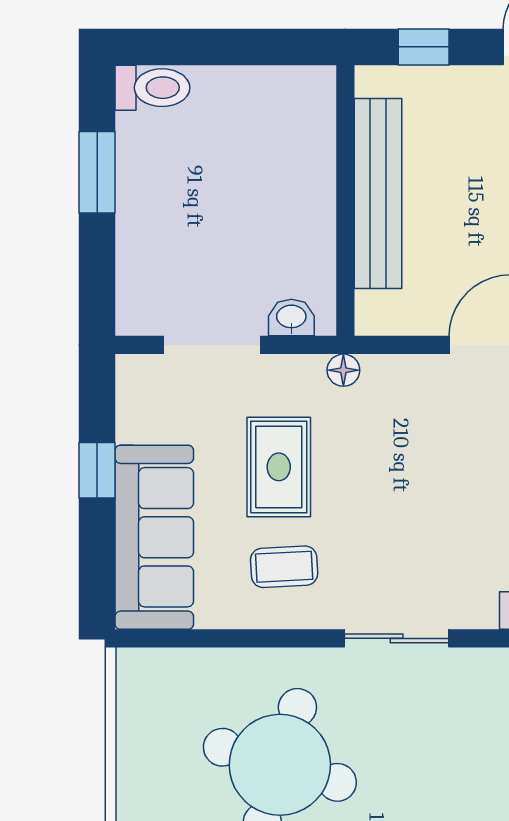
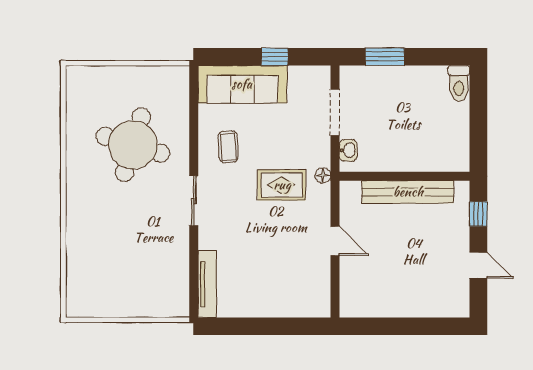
window: (97, 172) -> (385, 57), moved
rug: (279, 467) -> (282, 185), moved

